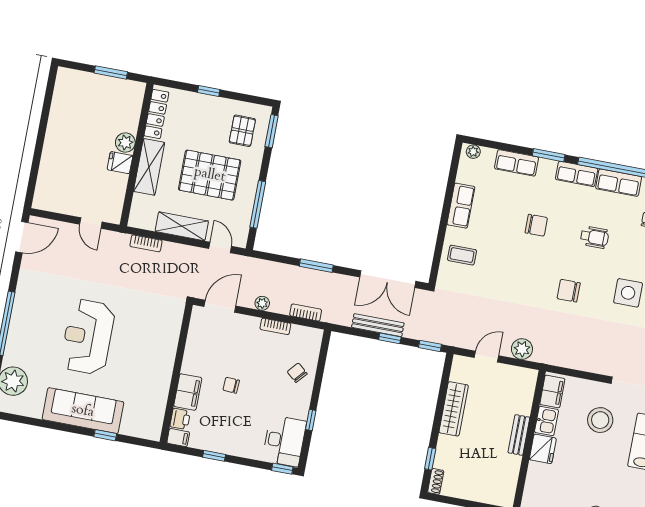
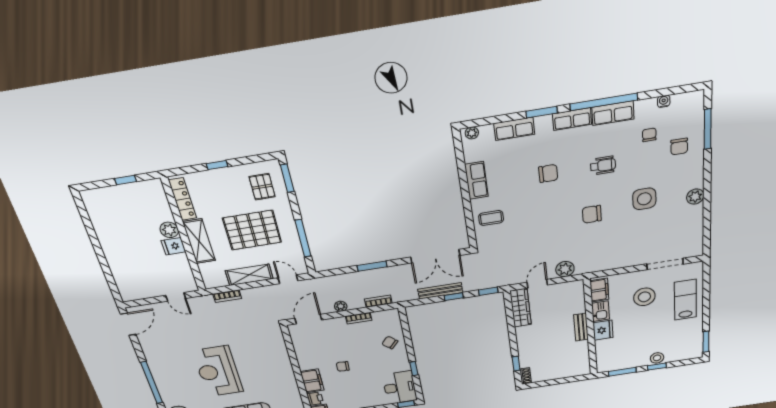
window: (111, 72) -> (125, 180), width x0.67
wardrobe: (454, 409) -> (521, 308), moved

